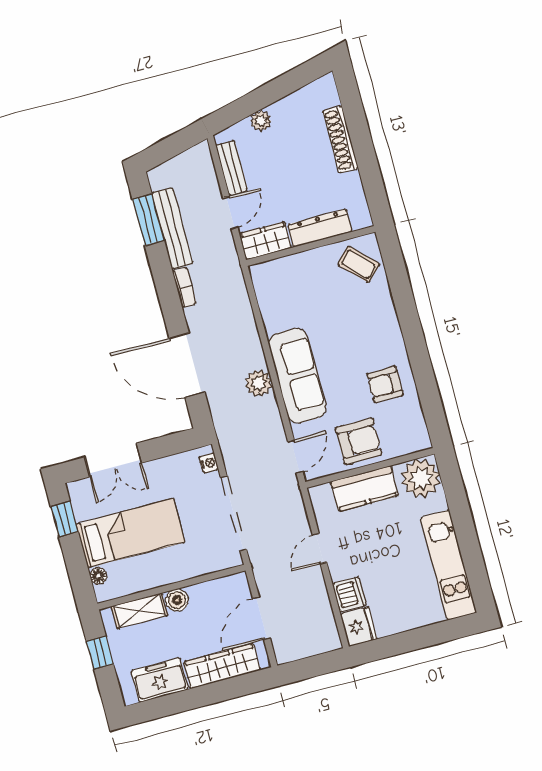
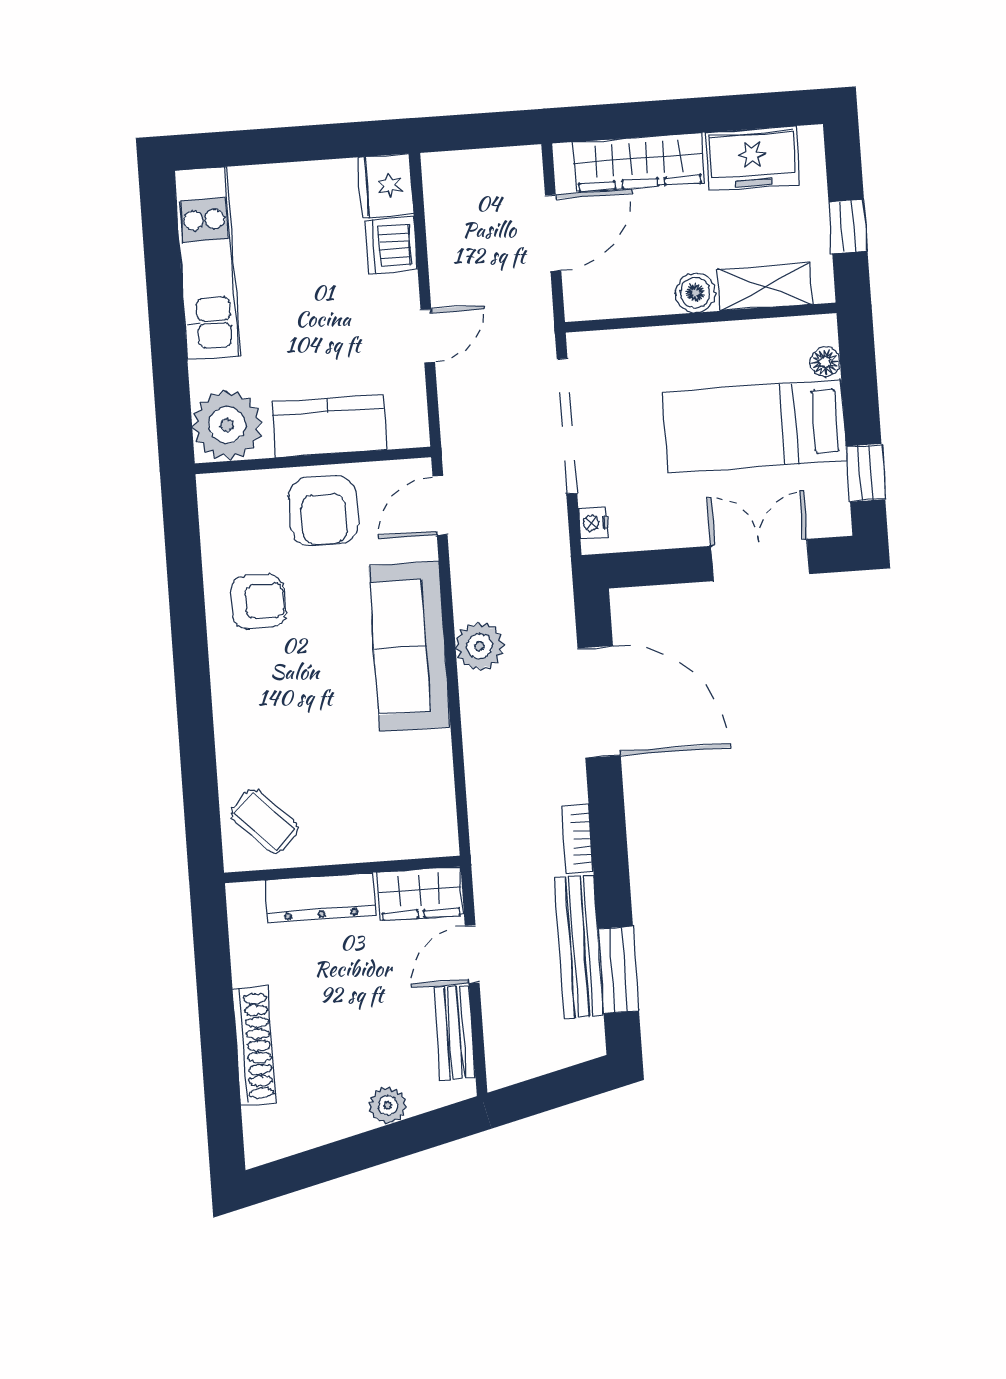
armchair: (359, 441) -> (323, 511), turned -90

